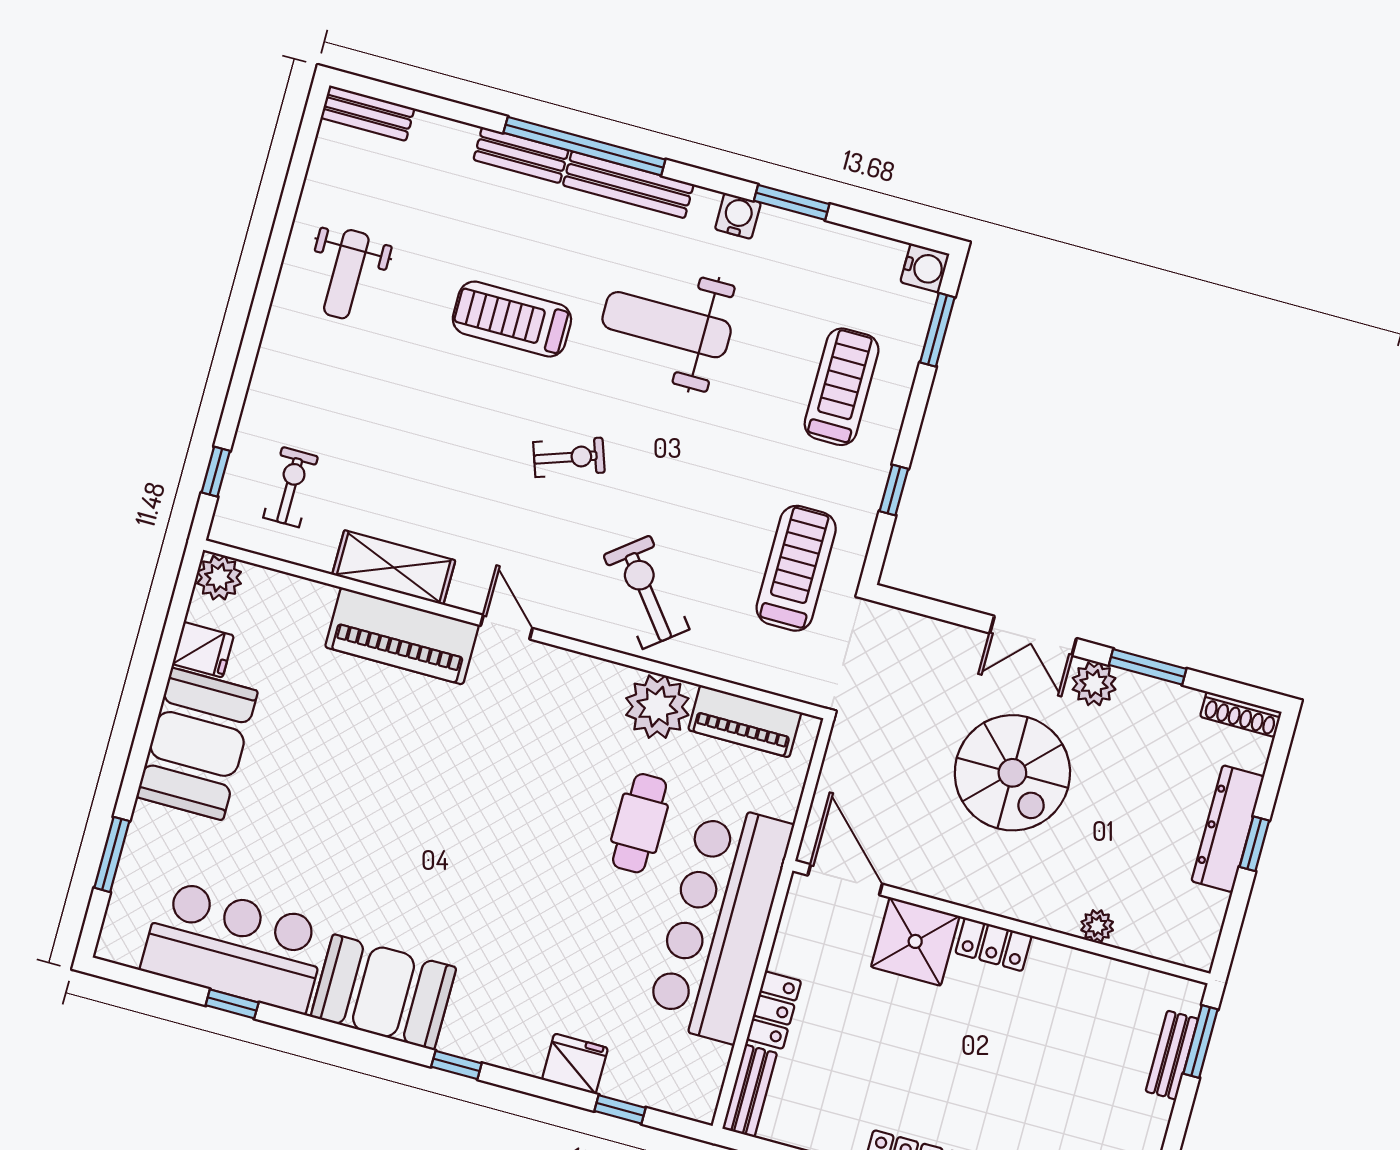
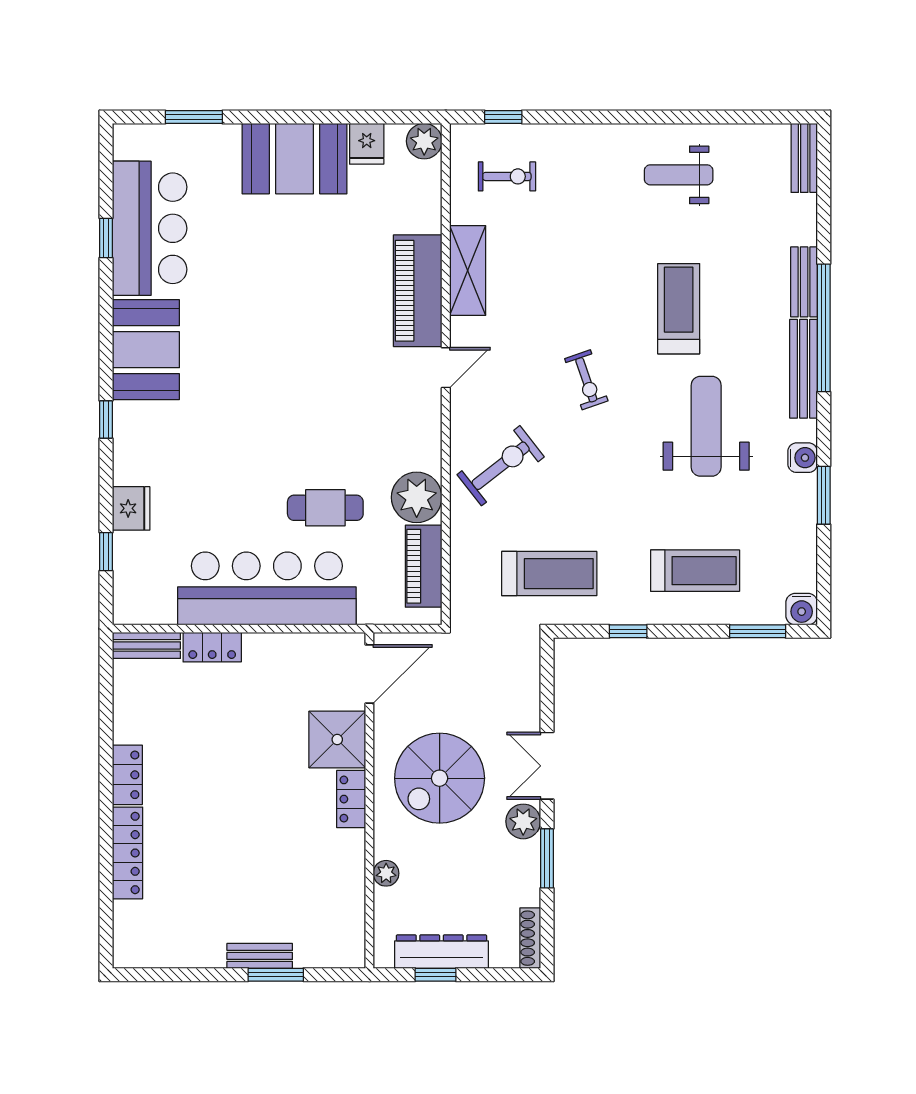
door: (845, 880) -> (369, 674), moved
wall: (1001, 922) -> (369, 800), moved
plant: (1097, 926) -> (386, 873), moved
shower: (915, 941) -> (337, 740), moved
locker: (994, 944) -> (351, 799), moved

